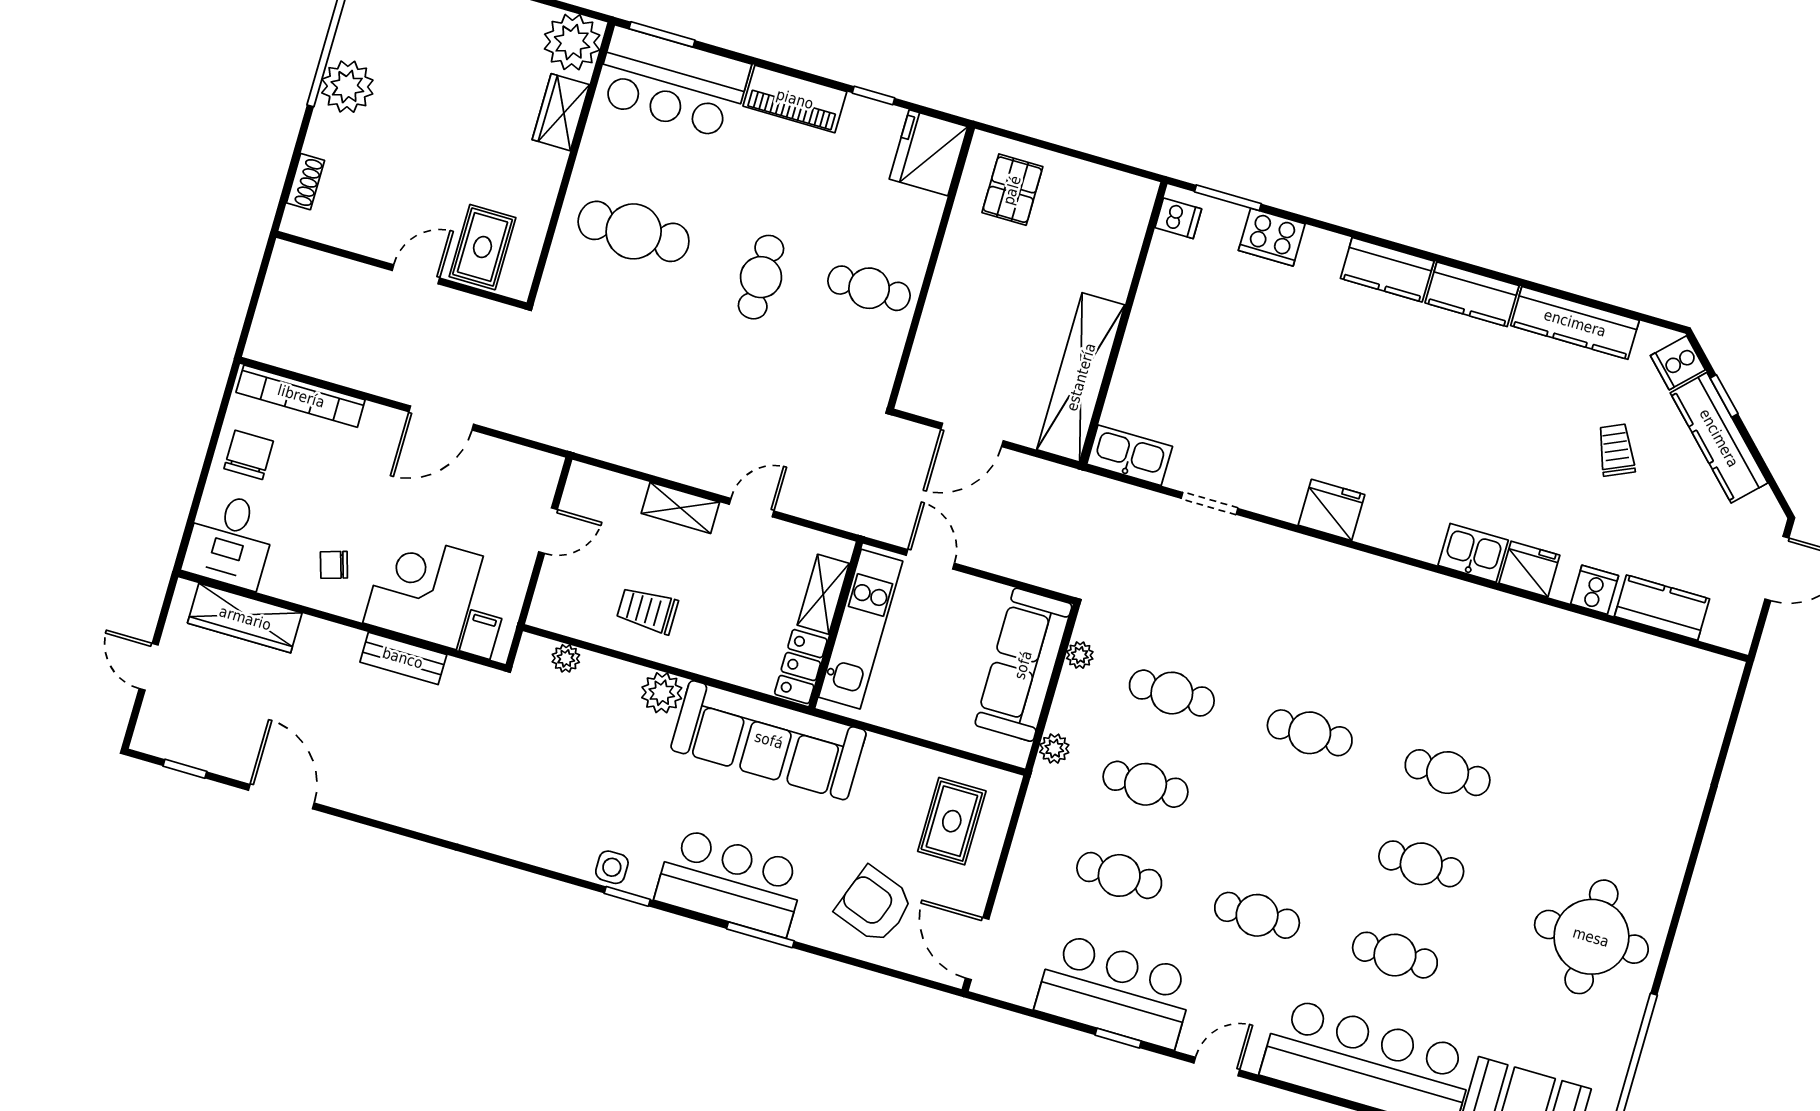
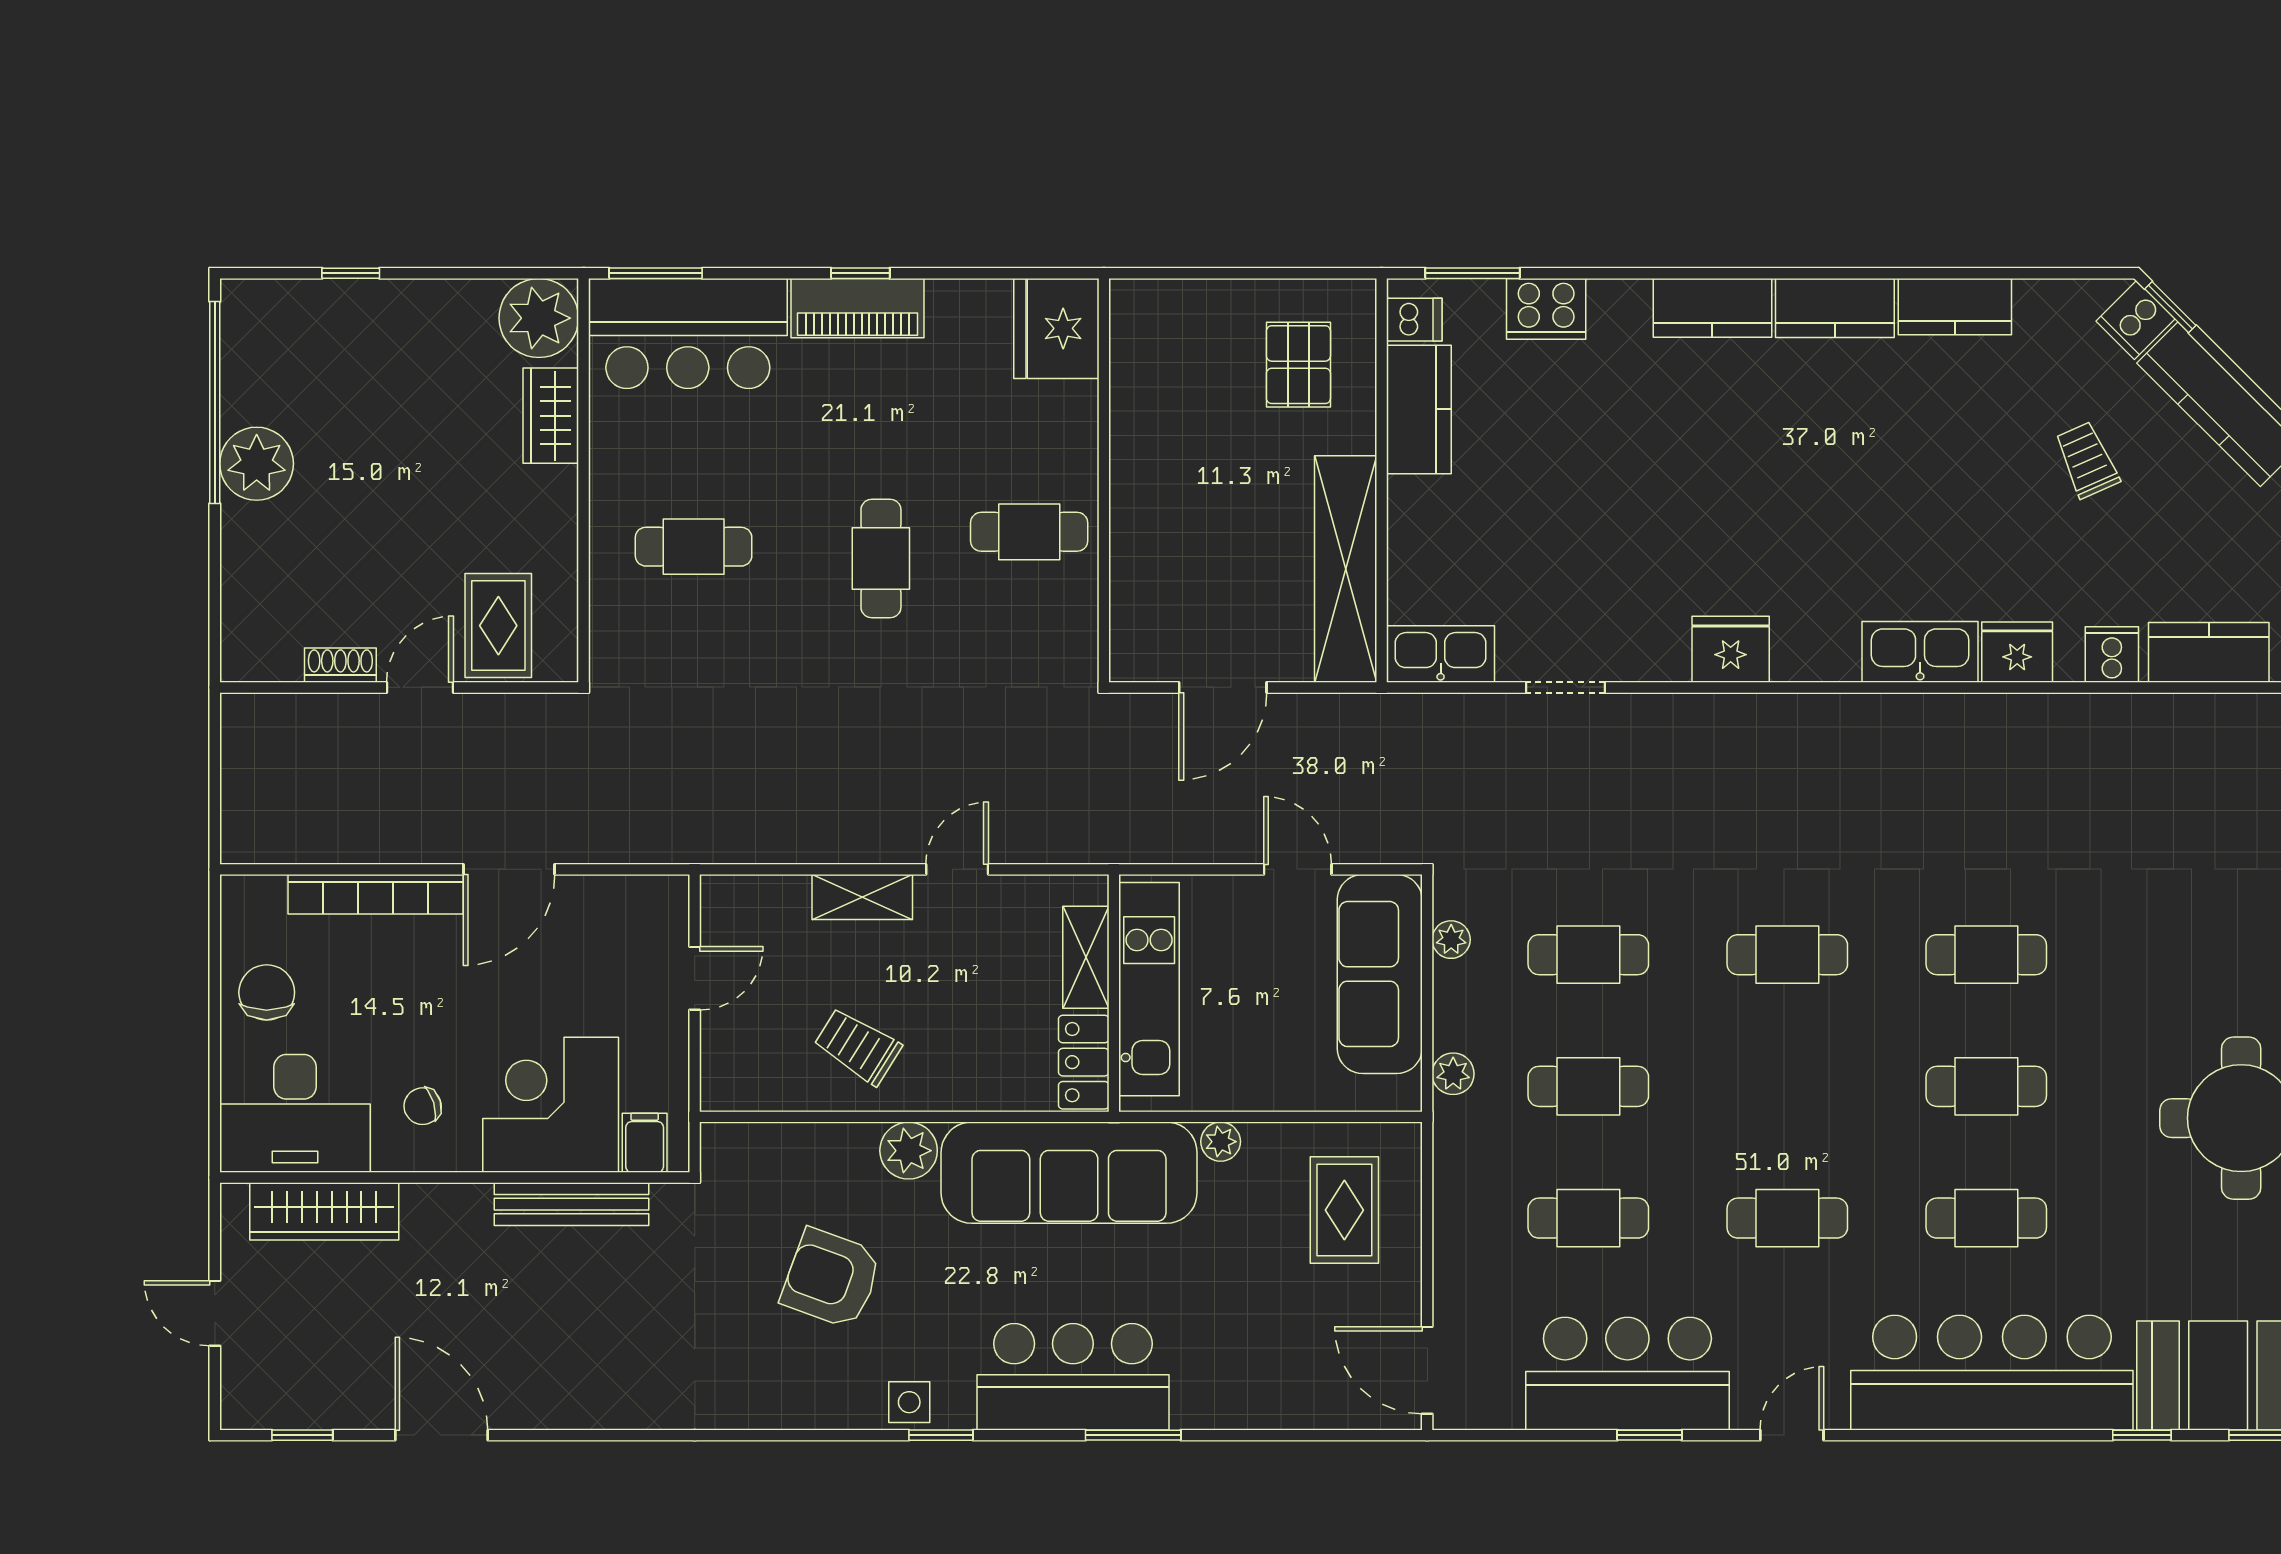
window: (874, 96) -> (860, 273), moved
shoe rack: (305, 182) -> (340, 665), moved, turned -90
pallet: (1012, 190) -> (1298, 365), moved
cafe table: (634, 231) -> (694, 547), width x0.73, depth x0.74
kitchen counter: (1163, 281) -> (1419, 409), added
kitchen counter: (1575, 323) -> (1955, 307), width x0.67
bookcase: (301, 396) -> (376, 894), moved
window: (1724, 396) -> (2170, 307), moved
desk: (230, 540) -> (295, 1113), width x1.37
kitchen sink: (1473, 553) -> (1920, 652), width x1.38
door: (930, 559) -> (1298, 869), moved
trolley: (647, 610) -> (858, 1046), turned 32
bench: (403, 658) -> (572, 1204), width x1.36
plant: (566, 658) -> (1221, 1142), moved
armchair: (874, 905) -> (831, 1278), moved

